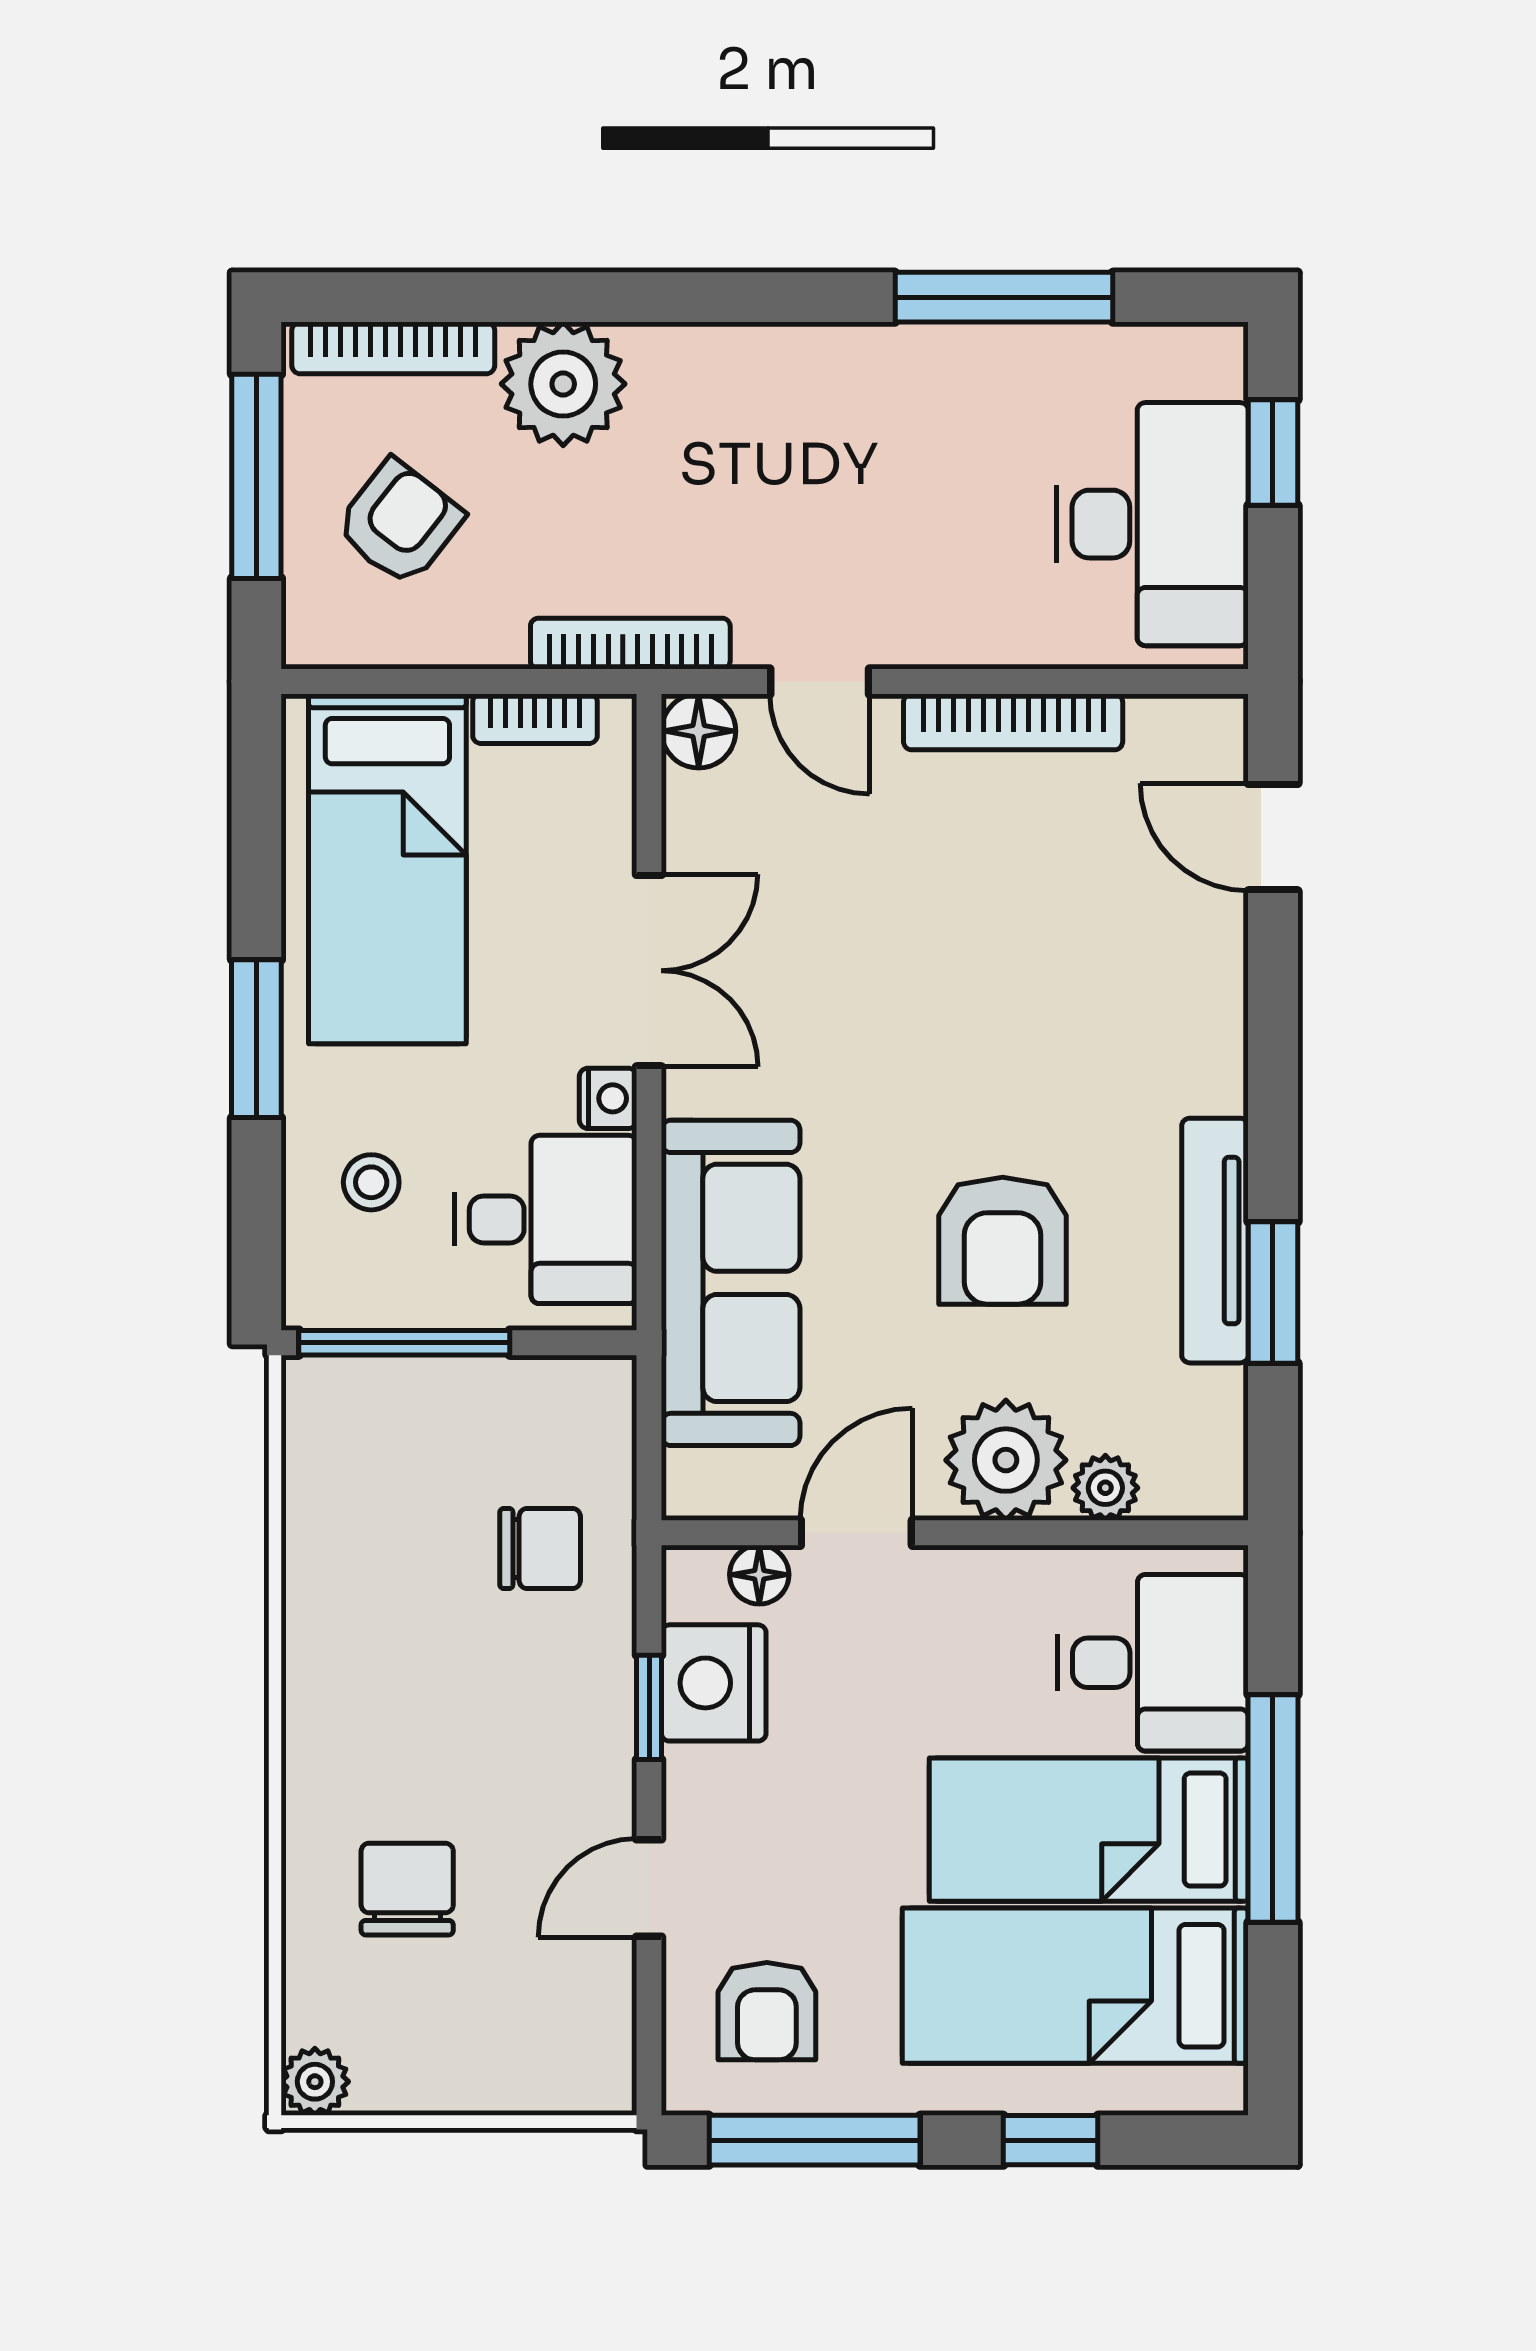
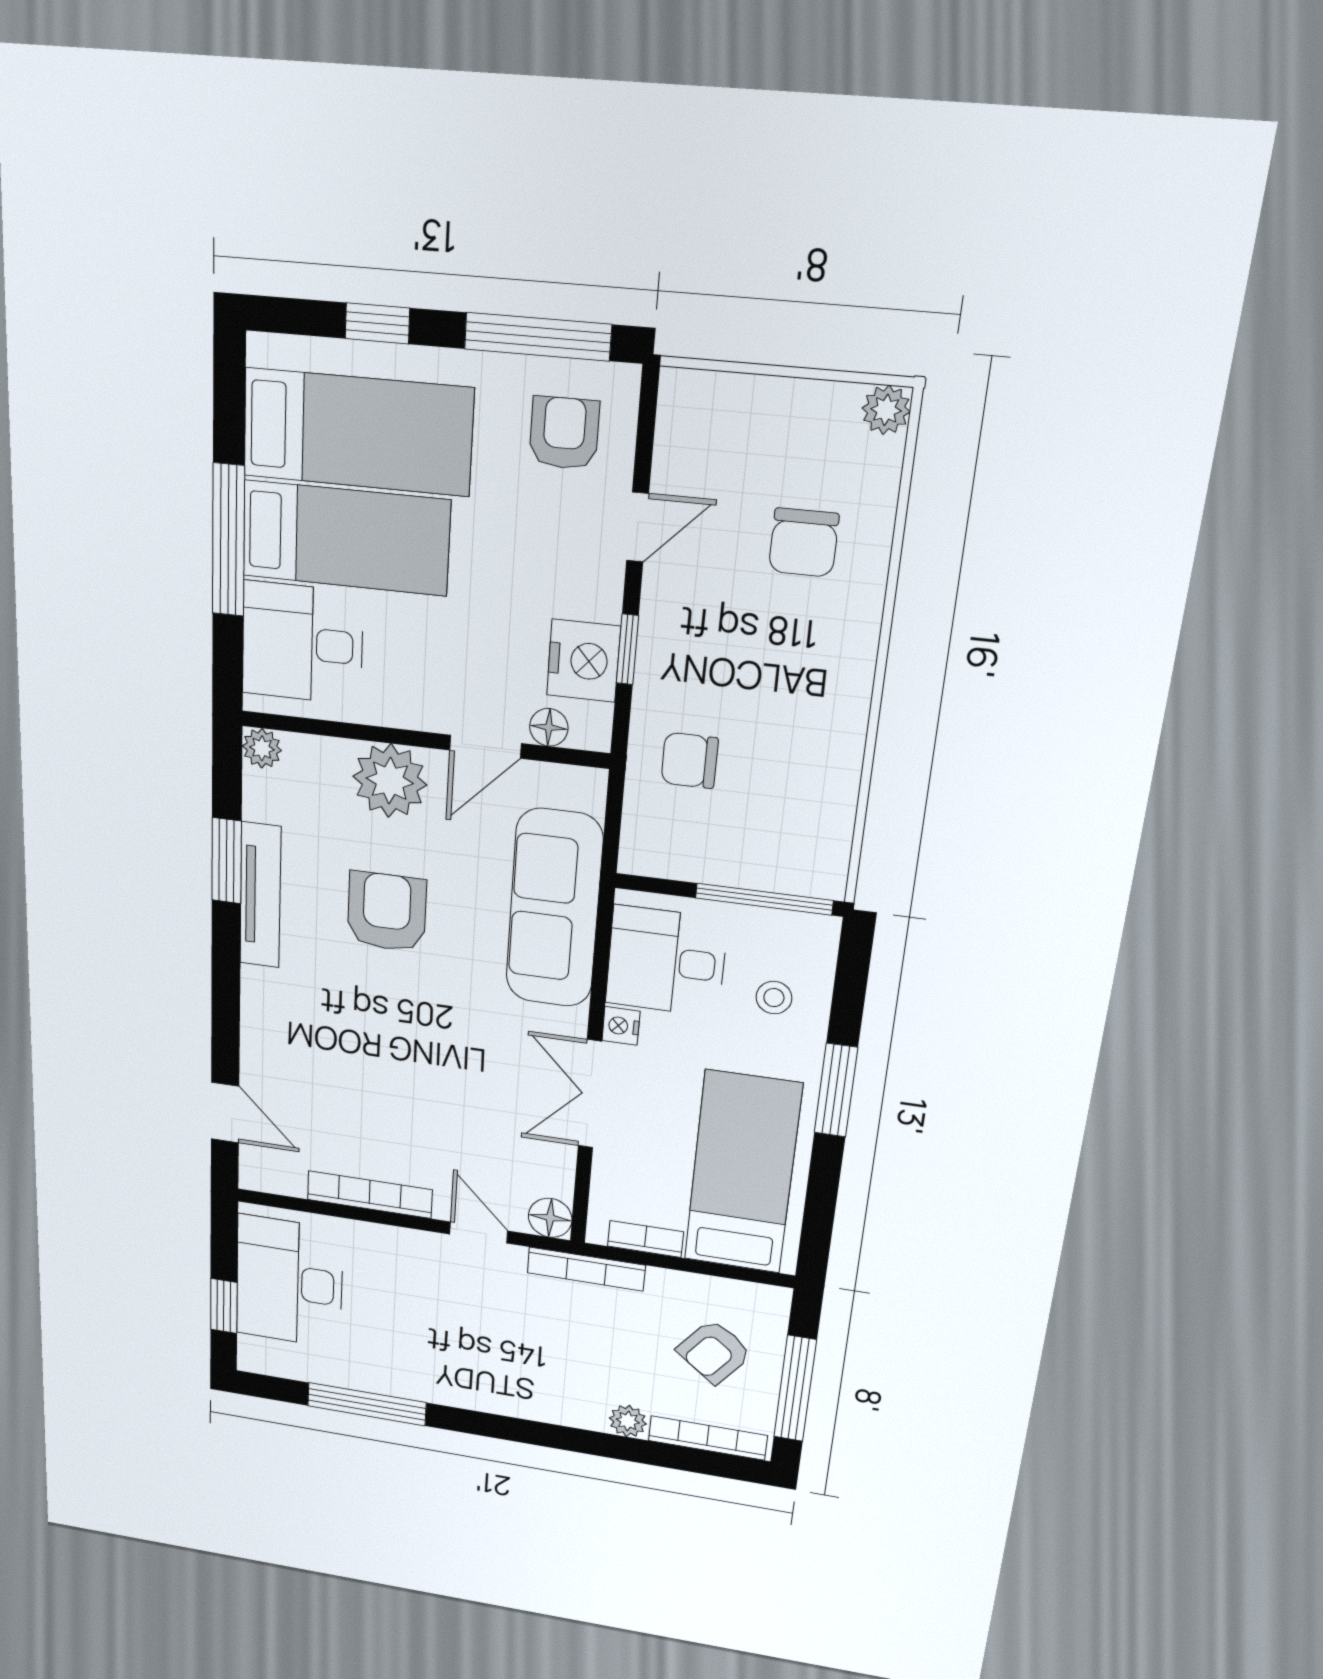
plant: (563, 384) -> (628, 1421), width x0.53, depth x0.53
plant: (1105, 1488) -> (262, 748), moved

